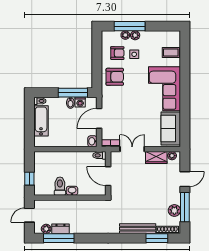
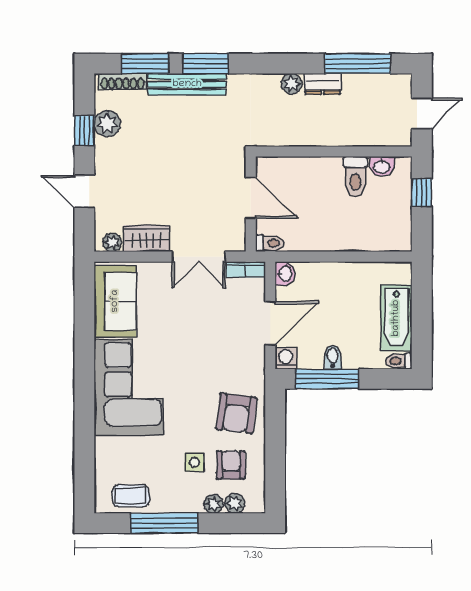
window: (130, 26) -> (164, 523), moved
plant: (135, 35) -> (235, 503), moved
armchair: (117, 53) -> (231, 465), turned 90
coffee table: (171, 53) -> (131, 496), moved
armchair: (115, 77) -> (236, 413), turned -83
washing machine: (80, 102) -> (286, 358), moved
door: (185, 179) -> (84, 192), hinge flipped
washbasin: (72, 191) -> (382, 166), moved
window: (185, 207) -> (84, 131), width x0.46
plant: (46, 229) -> (292, 84), moved
dresser: (60, 229) -> (323, 84), moved
window: (129, 238) -> (206, 64), added

